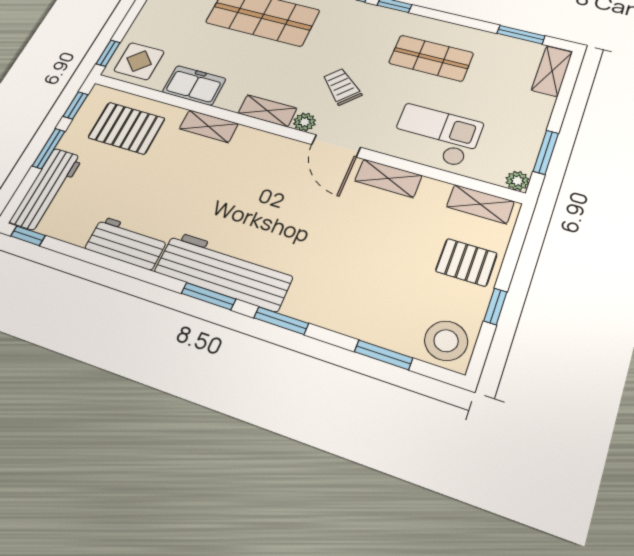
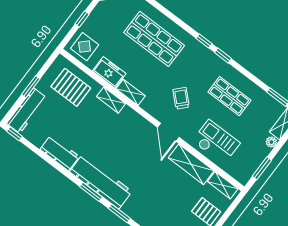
window: (108, 53) -> (82, 19), moved
window: (75, 105) -> (48, 64), removed
shelving: (267, 111) -> (131, 92), moved
plant: (305, 122) -> (157, 113), removed
shelving: (388, 178) -> (191, 164), width x1.50, depth x1.33
plant: (517, 181) -> (271, 142), moved

